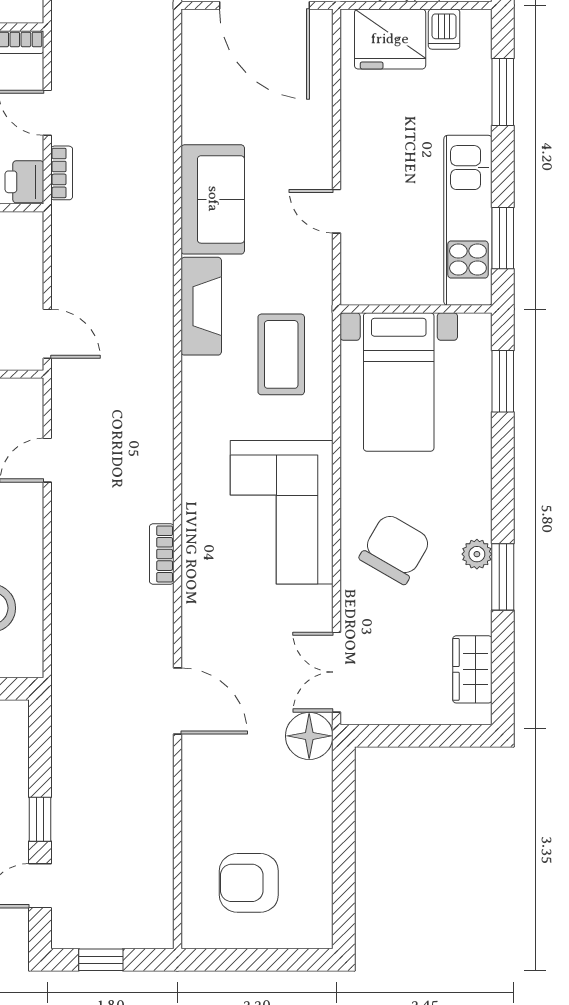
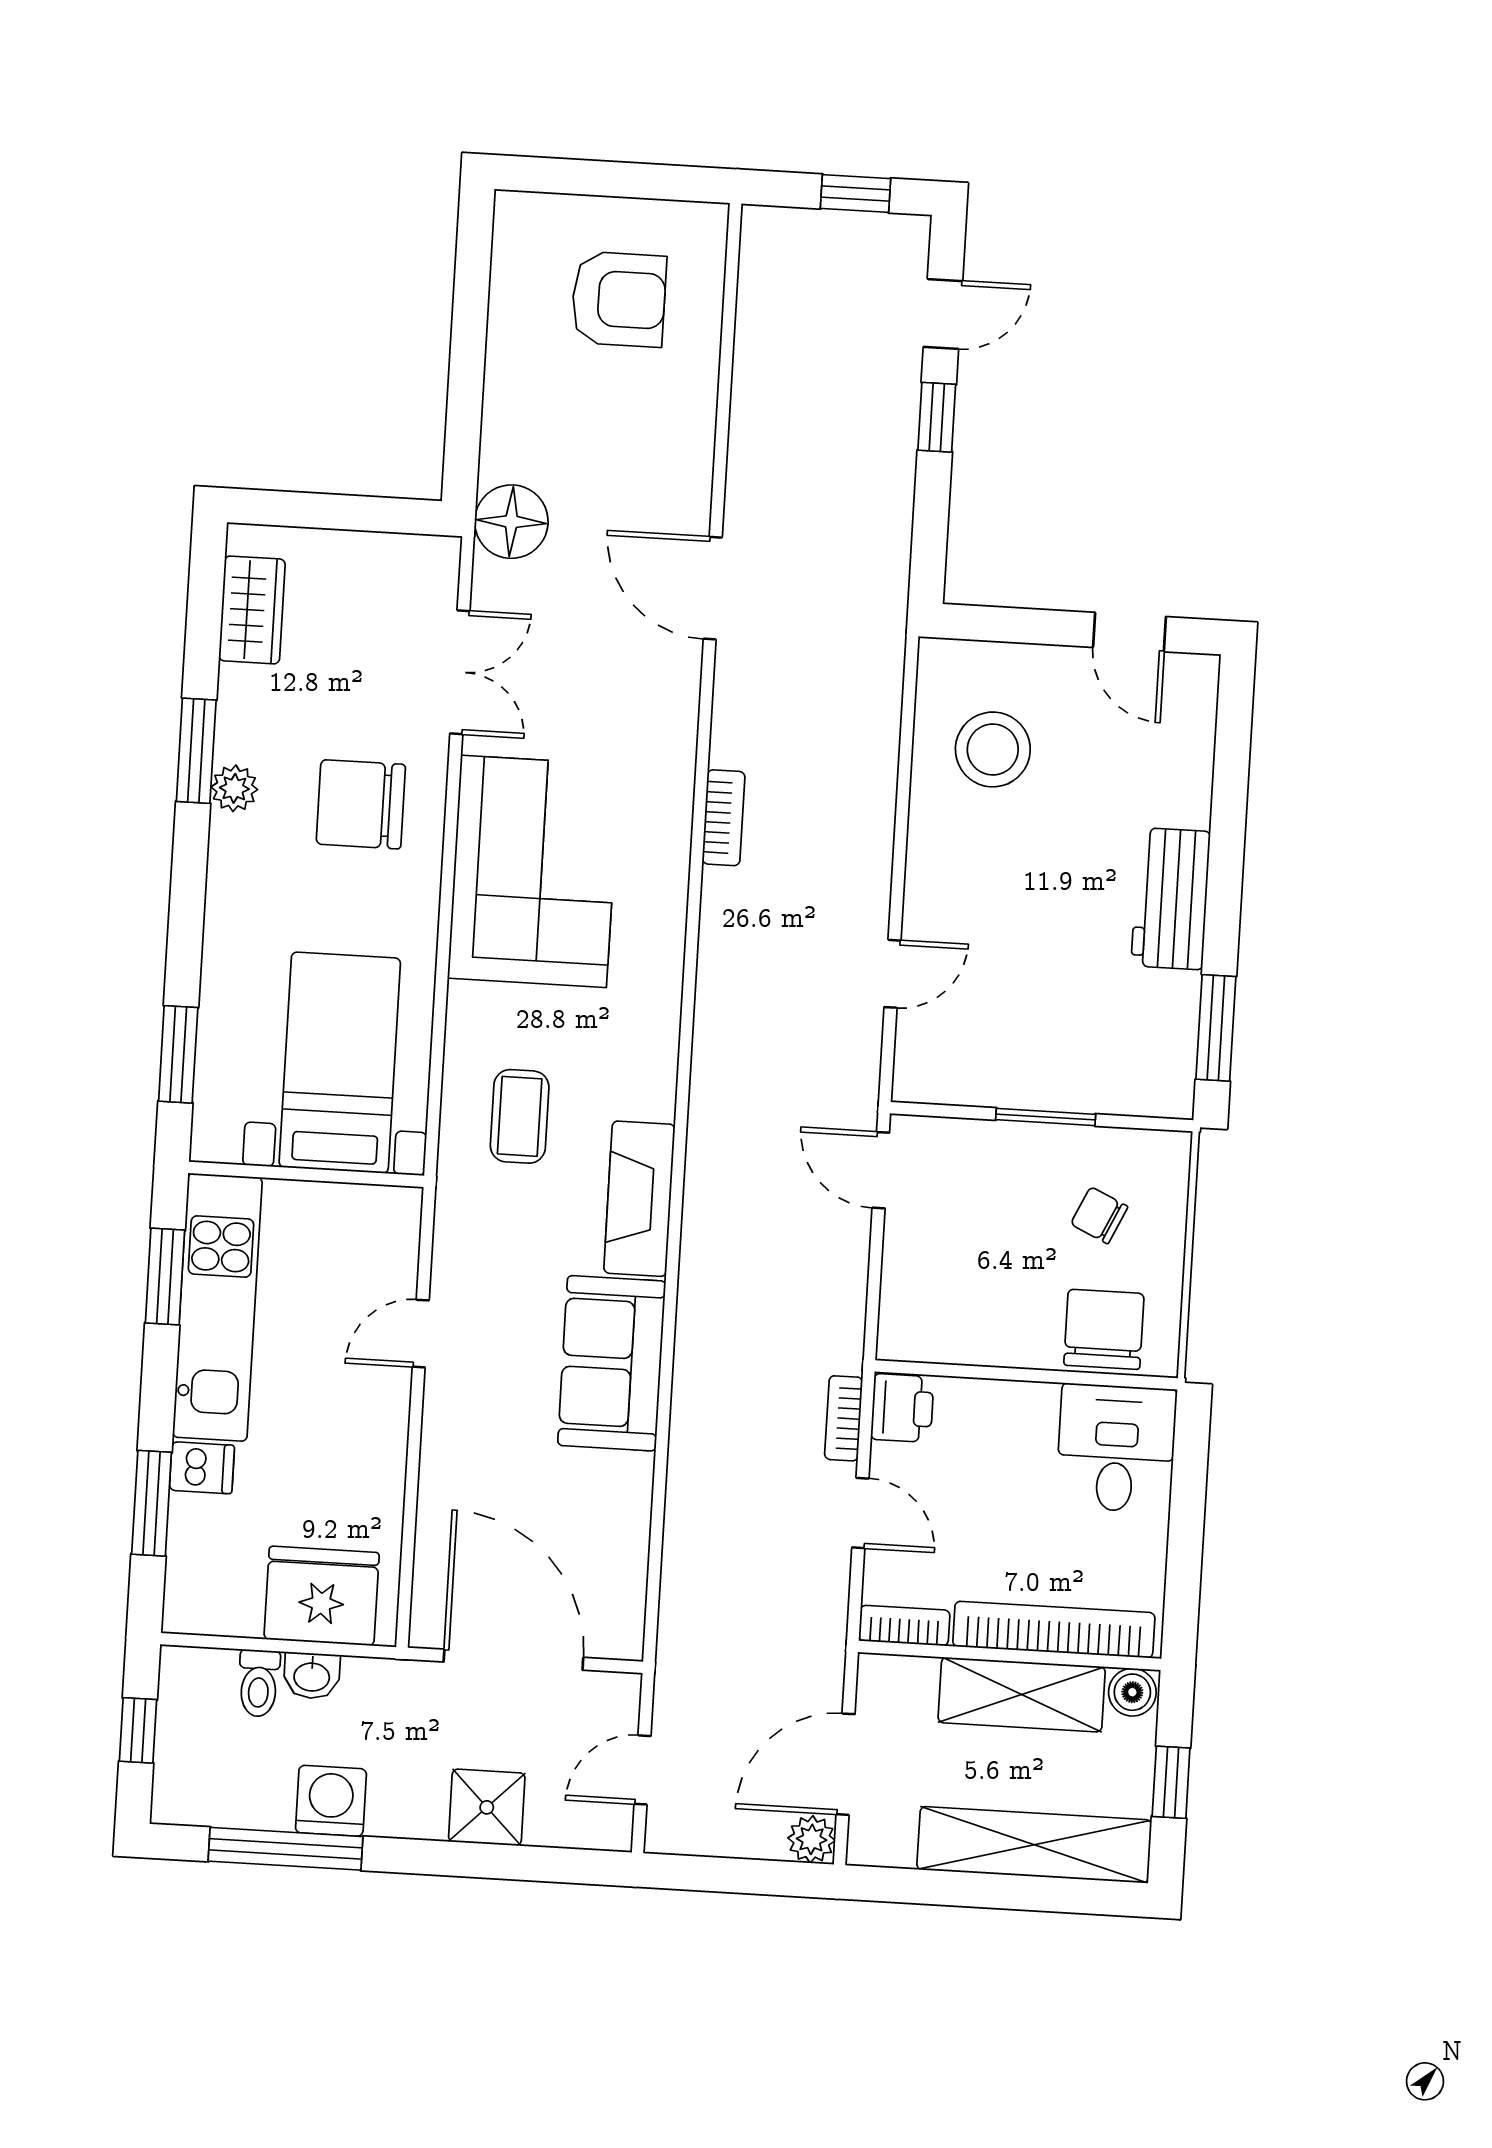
dishwasher: (444, 29) -> (202, 1468), moved, turned 90
door: (336, 211) -> (421, 1334), swing flipped
coffee table: (281, 354) -> (520, 1116), width x0.73, depth x0.77
chair: (395, 549) -> (361, 804), turned 60
double door: (336, 672) -> (460, 672), moved

